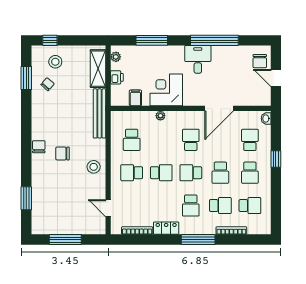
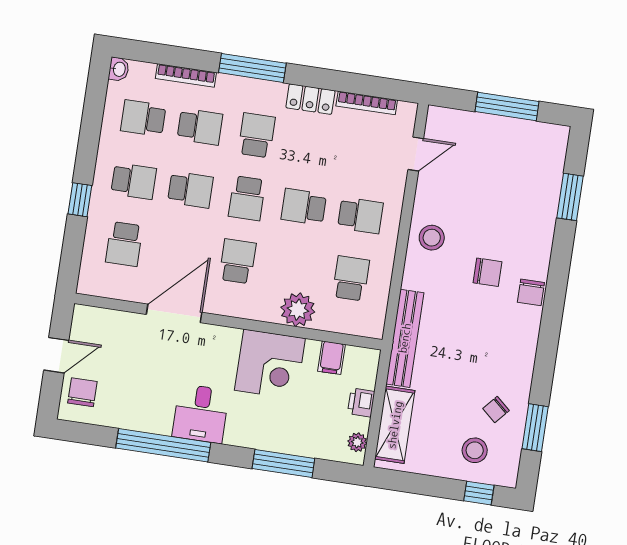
door: (276, 78) -> (56, 355), hinge flipped
plant: (160, 116) -> (298, 310), width x1.88, depth x1.88
washbasin: (266, 118) -> (119, 69), moved
school desk: (191, 140) -> (238, 261), turned 180
school desk: (191, 173) -> (247, 198), turned 90
school desk: (220, 173) -> (190, 190), turned 90
school desk: (250, 173) -> (134, 181), turned 90
school desk: (220, 206) -> (200, 127), turned 180
door: (108, 208) -> (416, 154), hinge flipped

